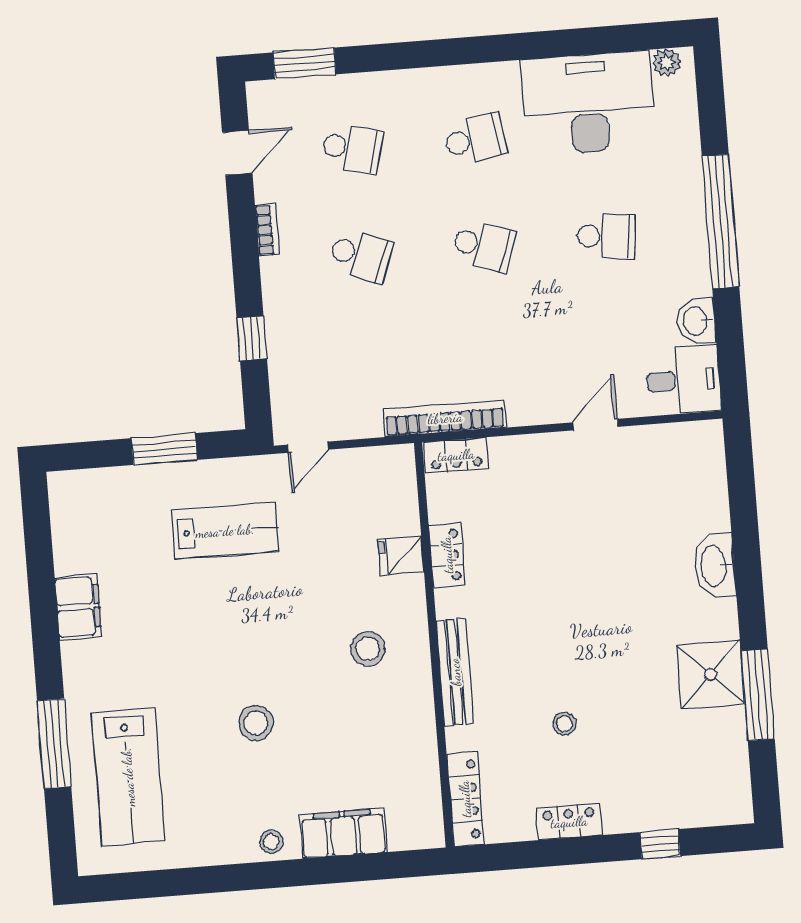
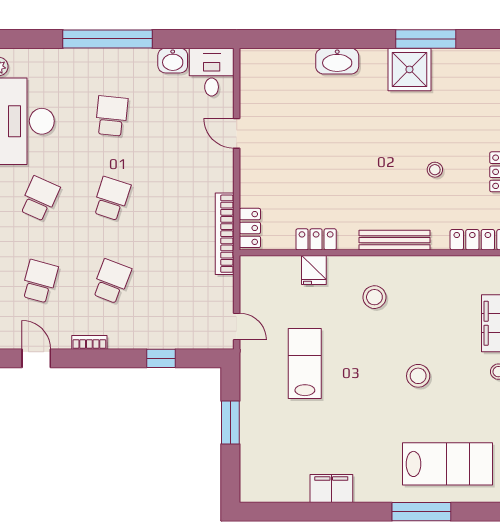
school desk: (475, 139) -> (40, 199), turned 33
lab bench: (225, 531) -> (305, 364), moved

